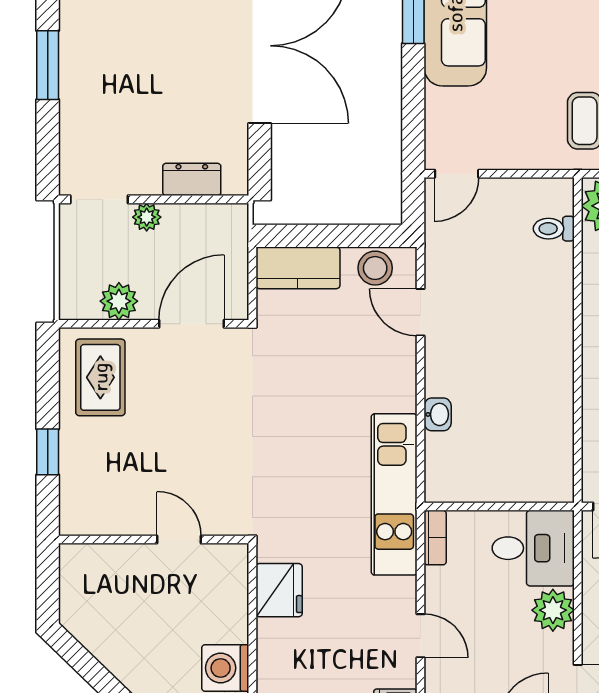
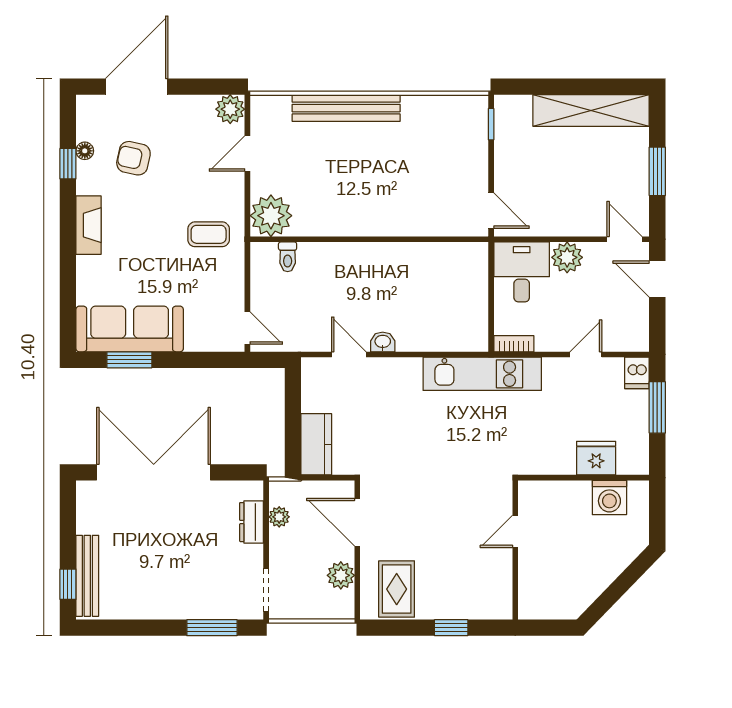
window: (48, 65) -> (212, 628), moved
plant: (147, 217) -> (279, 517), moved
stool: (375, 268) -> (316, 388), removed
door: (421, 312) -> (349, 354), swing flipped
rug: (100, 377) -> (397, 589), turned 90
washbasin: (438, 414) -> (383, 342), moved
fridge: (279, 590) -> (596, 458), moved

